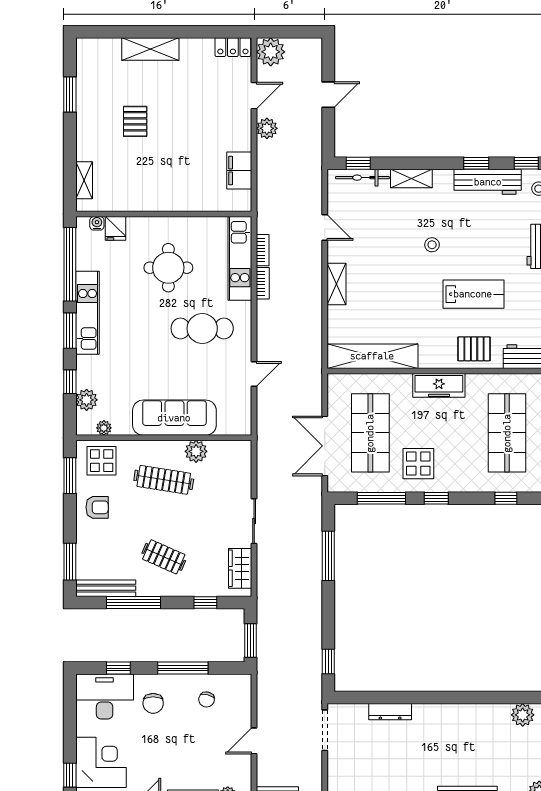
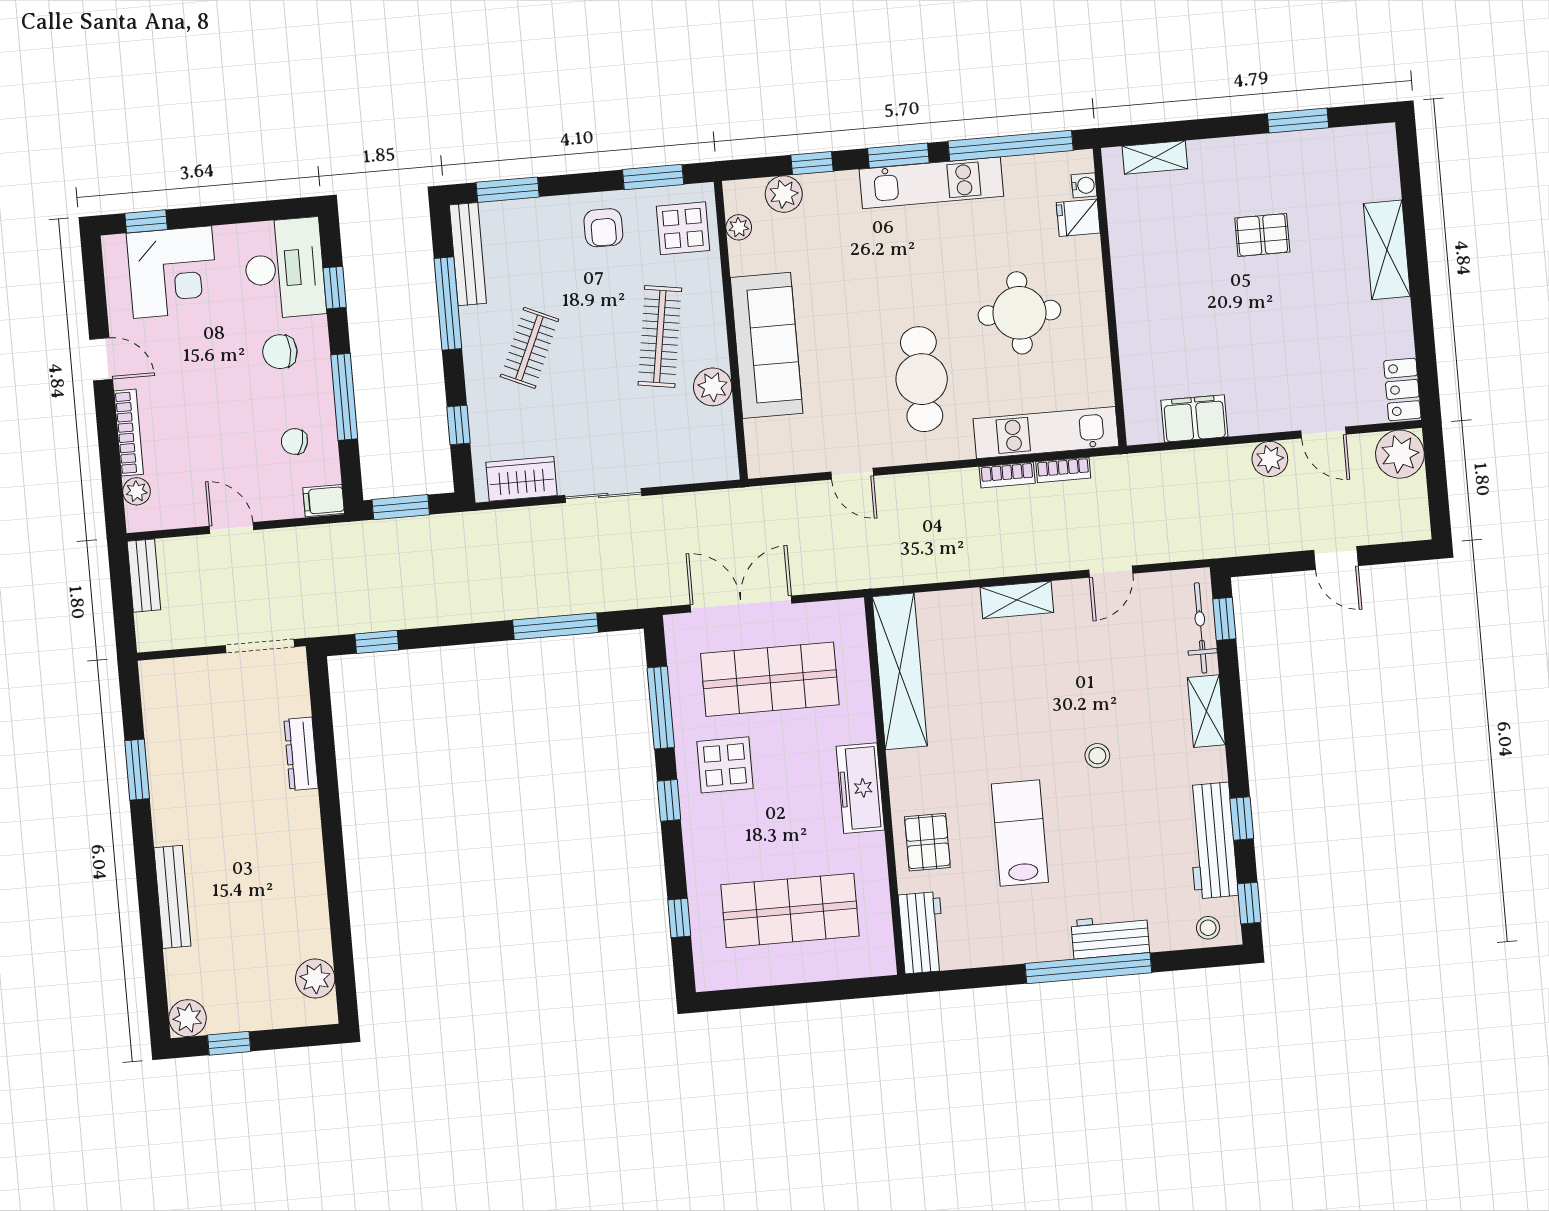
lab bench: (473, 294) -> (1020, 833), turned 180
filing cabinet: (243, 685) -> (324, 501), added

